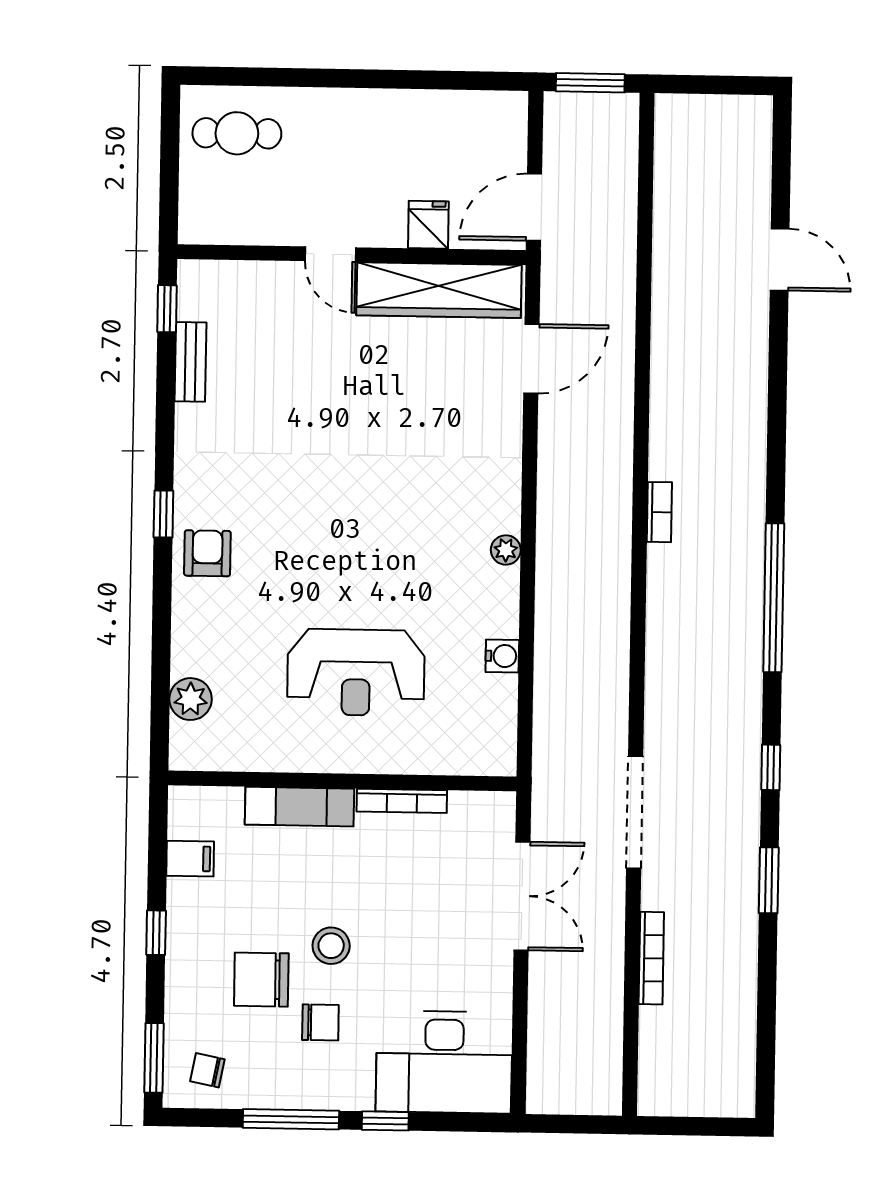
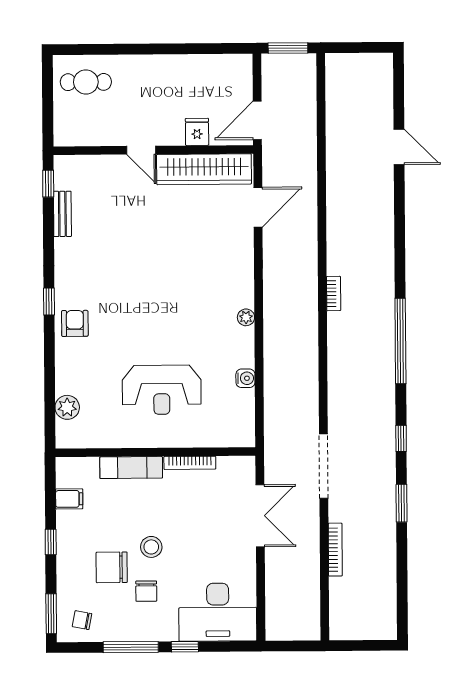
chair: (320, 1022) -> (146, 591), turned 90

